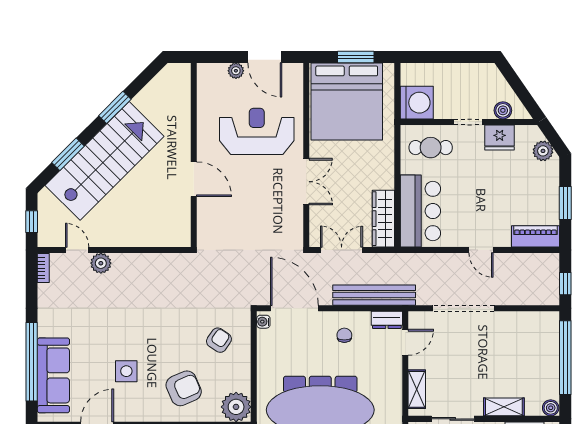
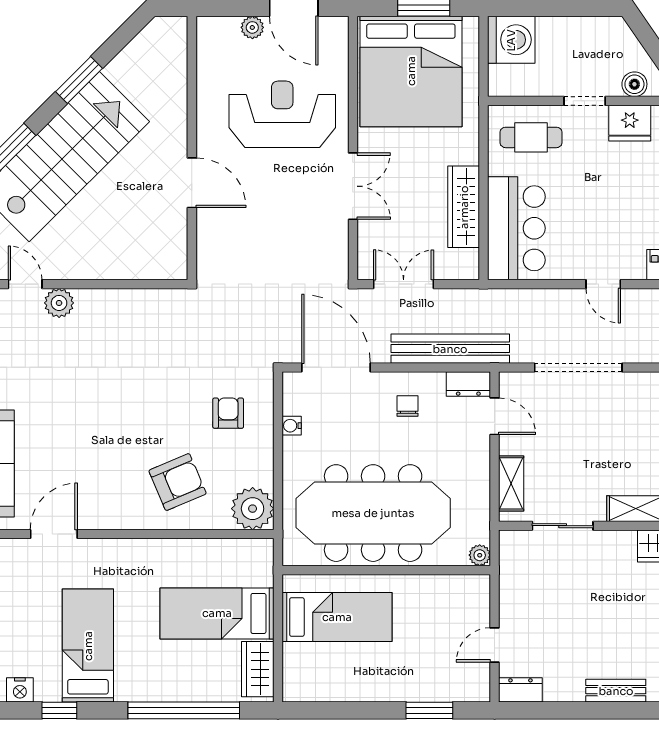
washing machine: (417, 103) -> (511, 40), moved
wardrobe: (383, 219) -> (464, 207), moved
water cooler: (263, 322) -> (292, 426), moved
armchair: (219, 340) -> (228, 413), turned -34
door: (405, 342) -> (495, 416), hinge flipped
side table: (126, 371) -> (96, 458), removed

